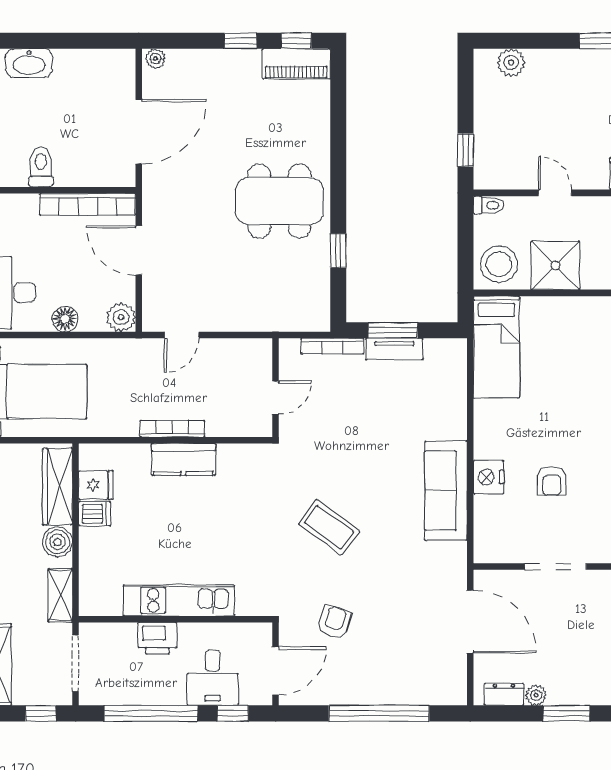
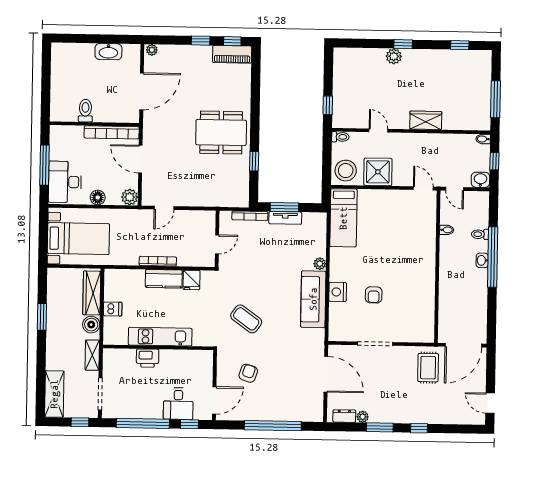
plant: (511, 62) -> (394, 56), moved
washbasin: (29, 63) -> (108, 52), moved
plant: (456, 428) -> (320, 264), added
fridge: (96, 485) -> (192, 280), moved, turned 90
kitchen unit: (179, 600) -> (160, 337), moved
wall: (176, 619) -> (158, 347), moved
printer: (157, 638) -> (148, 358), moved

